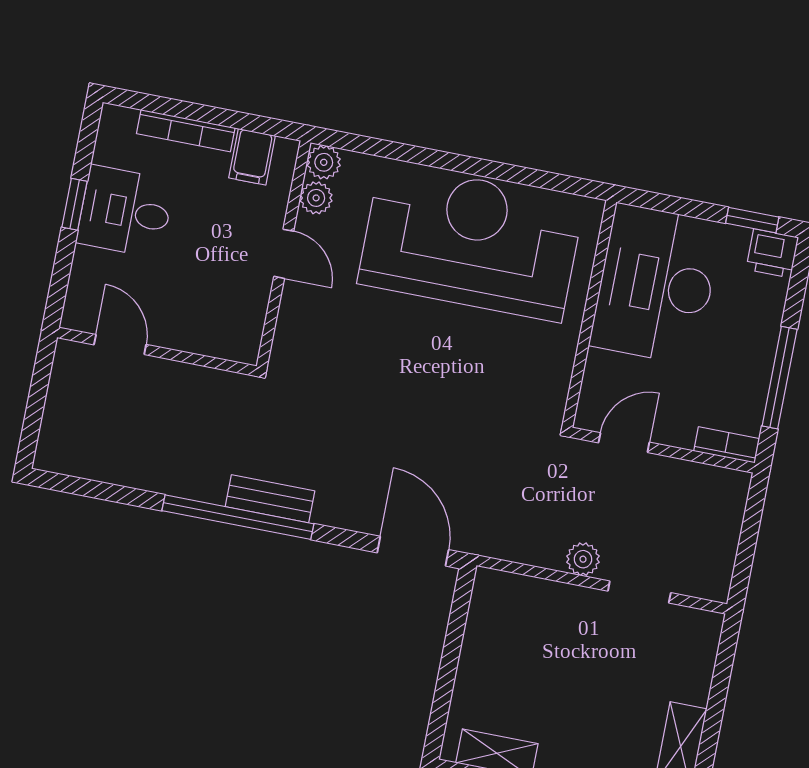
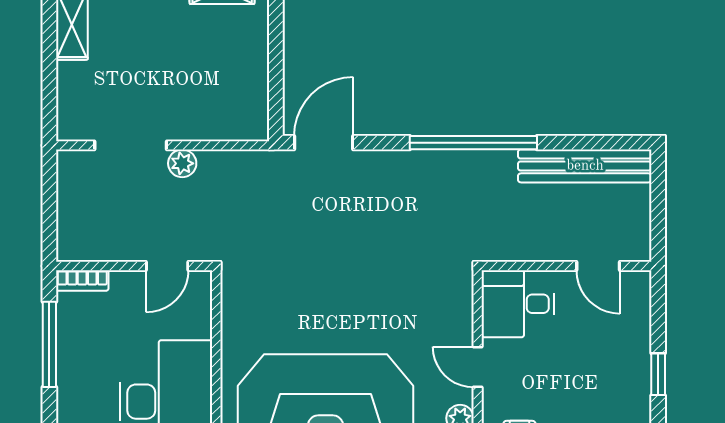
desk: (125, 212) -> (518, 304), moved, turned 180
bench: (270, 499) -> (585, 166), moved, width x1.86, depth x1.21
door: (413, 551) -> (324, 143), swing flipped
doorway: (639, 592) -> (131, 145), width x1.38

